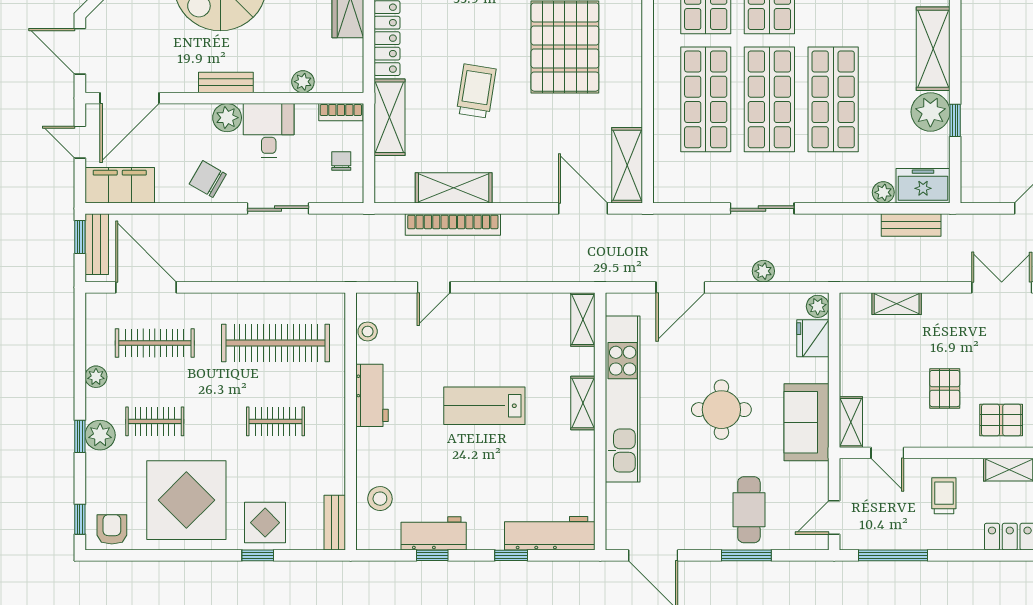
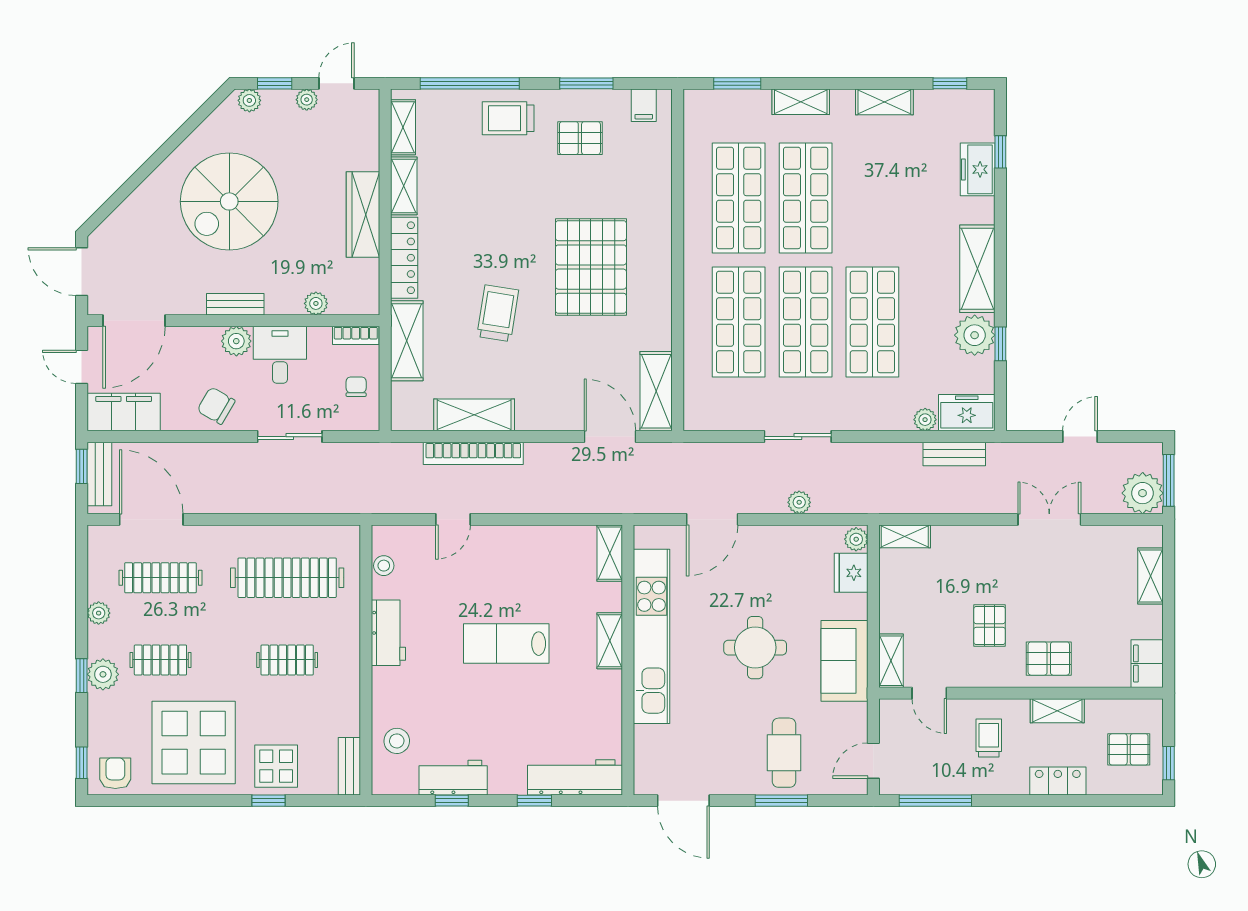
shelving: (897, 304) -> (905, 536), moved

